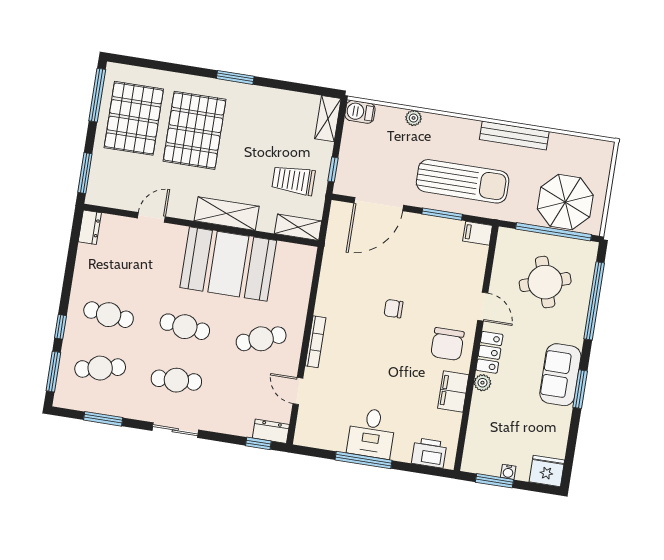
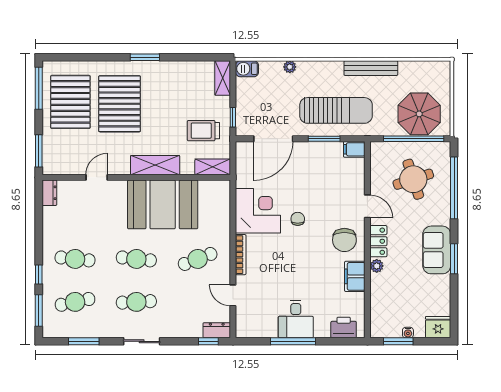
corner desk: (346, 291) -> (258, 211), added
chair: (393, 309) -> (298, 219), turned 90

